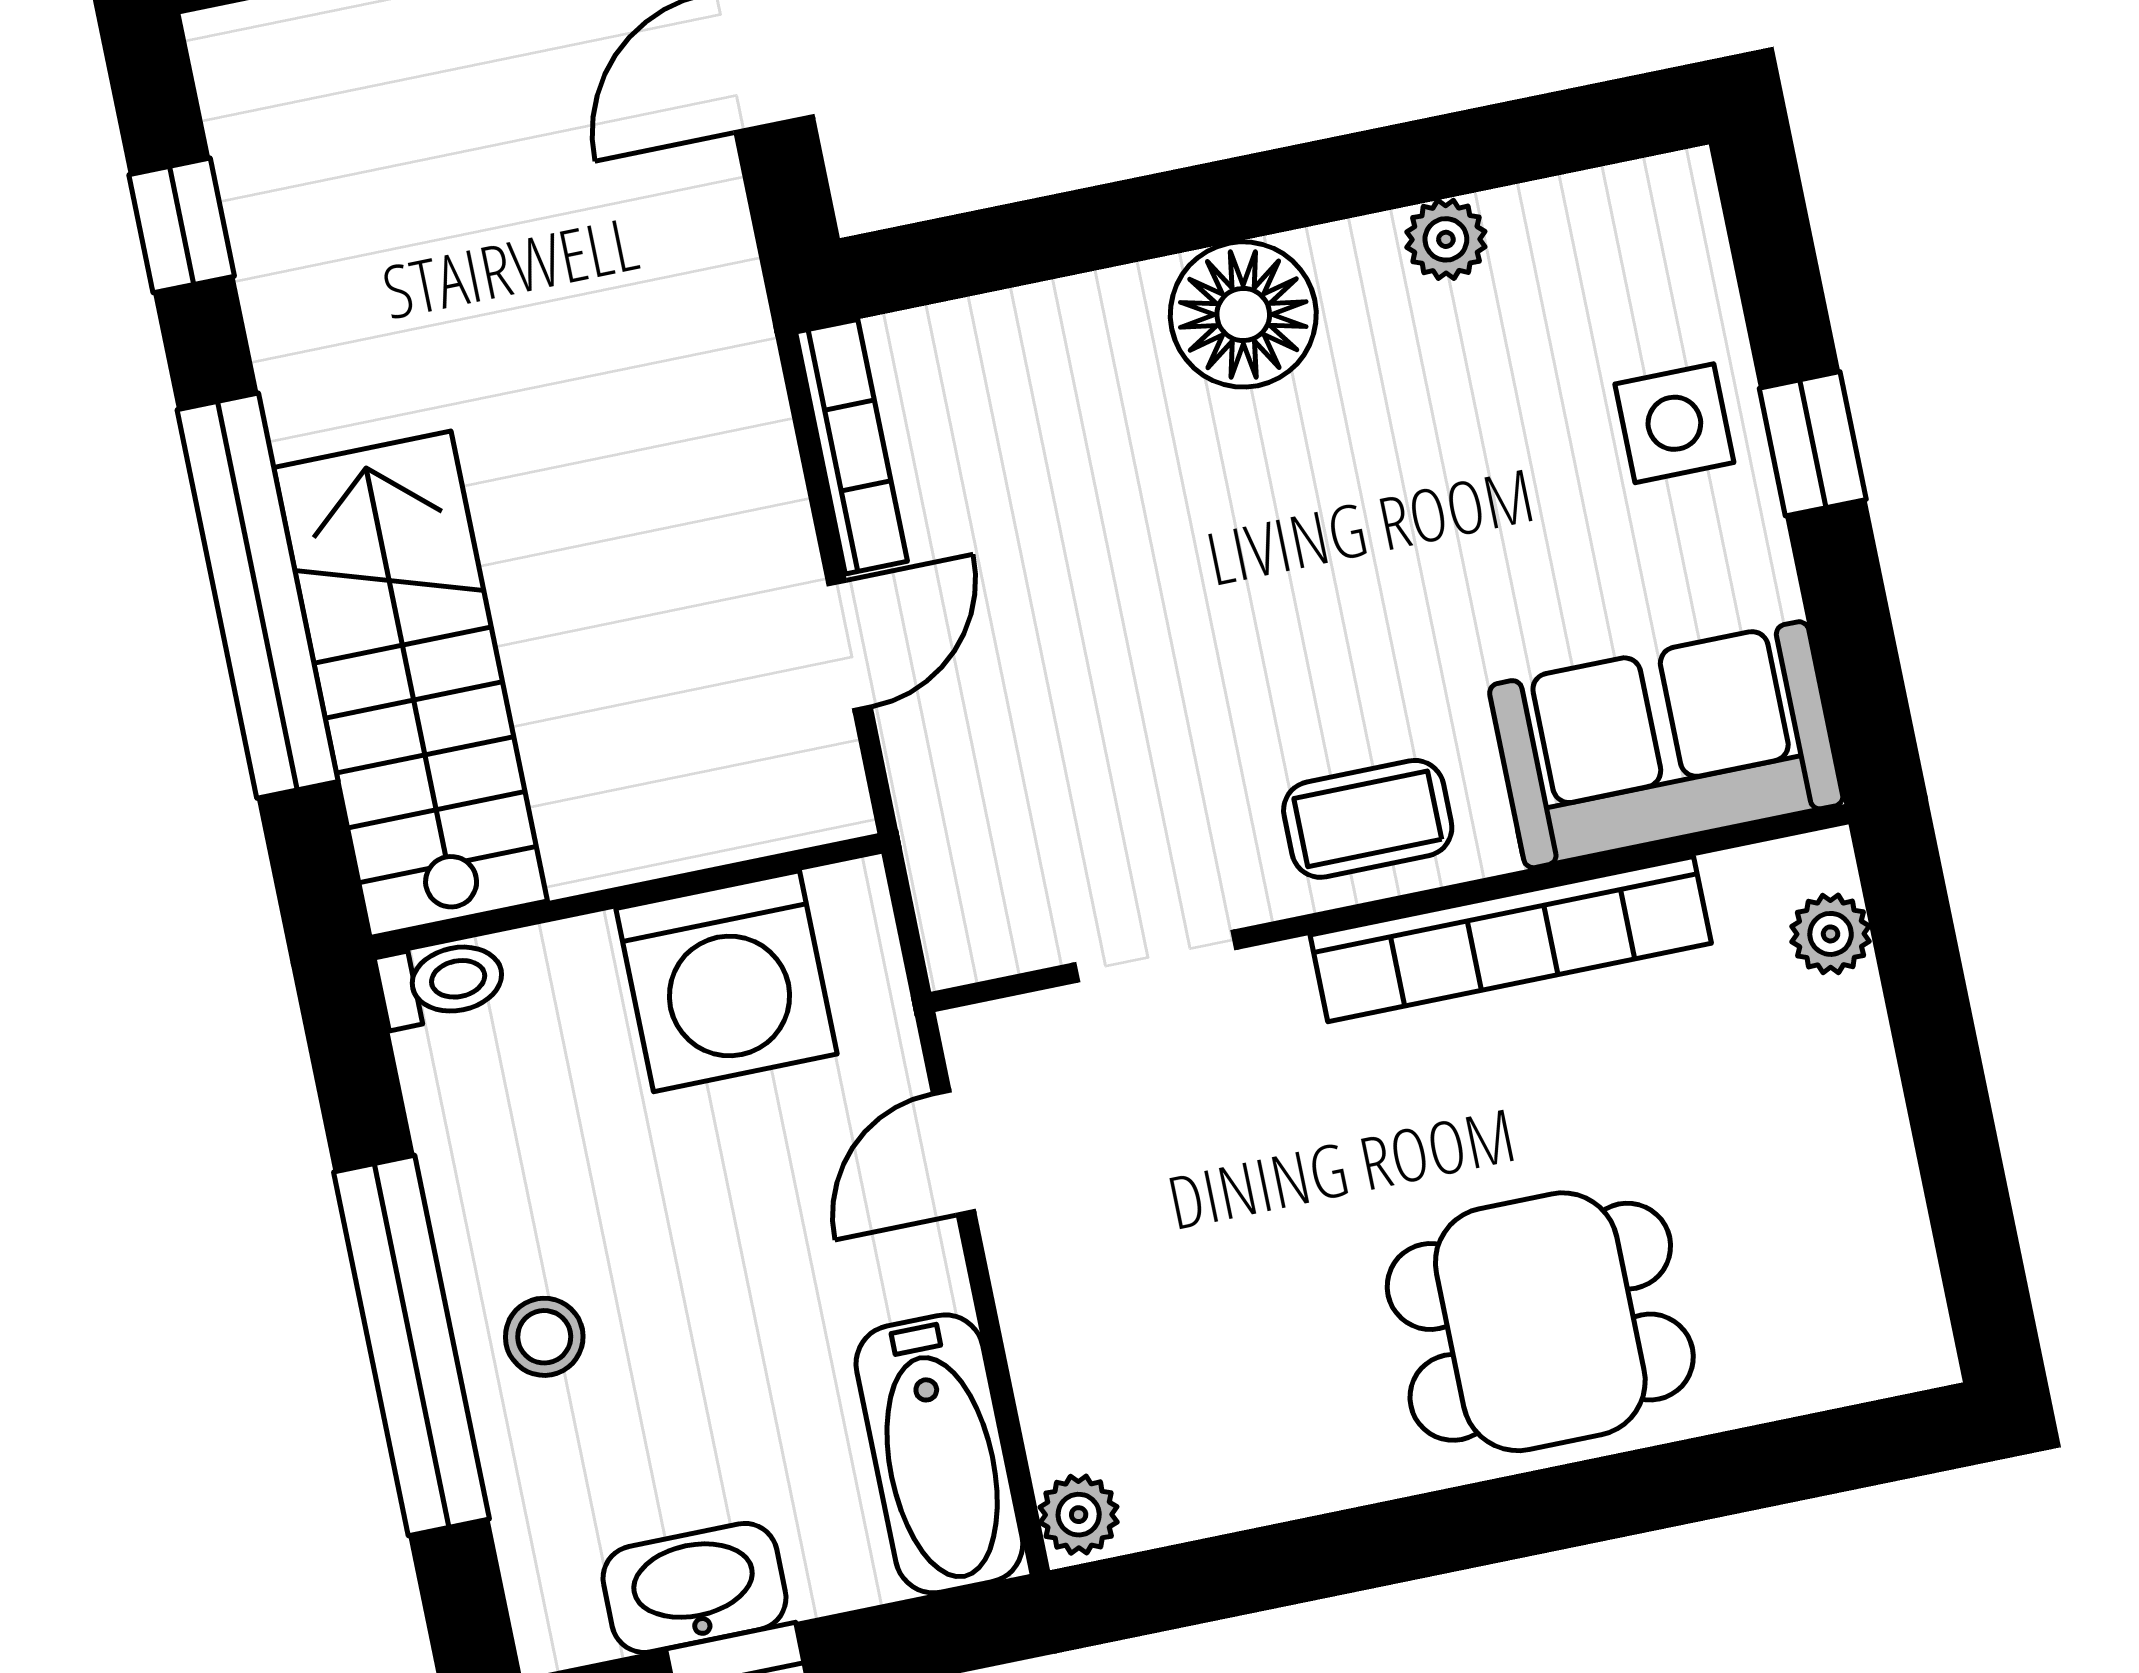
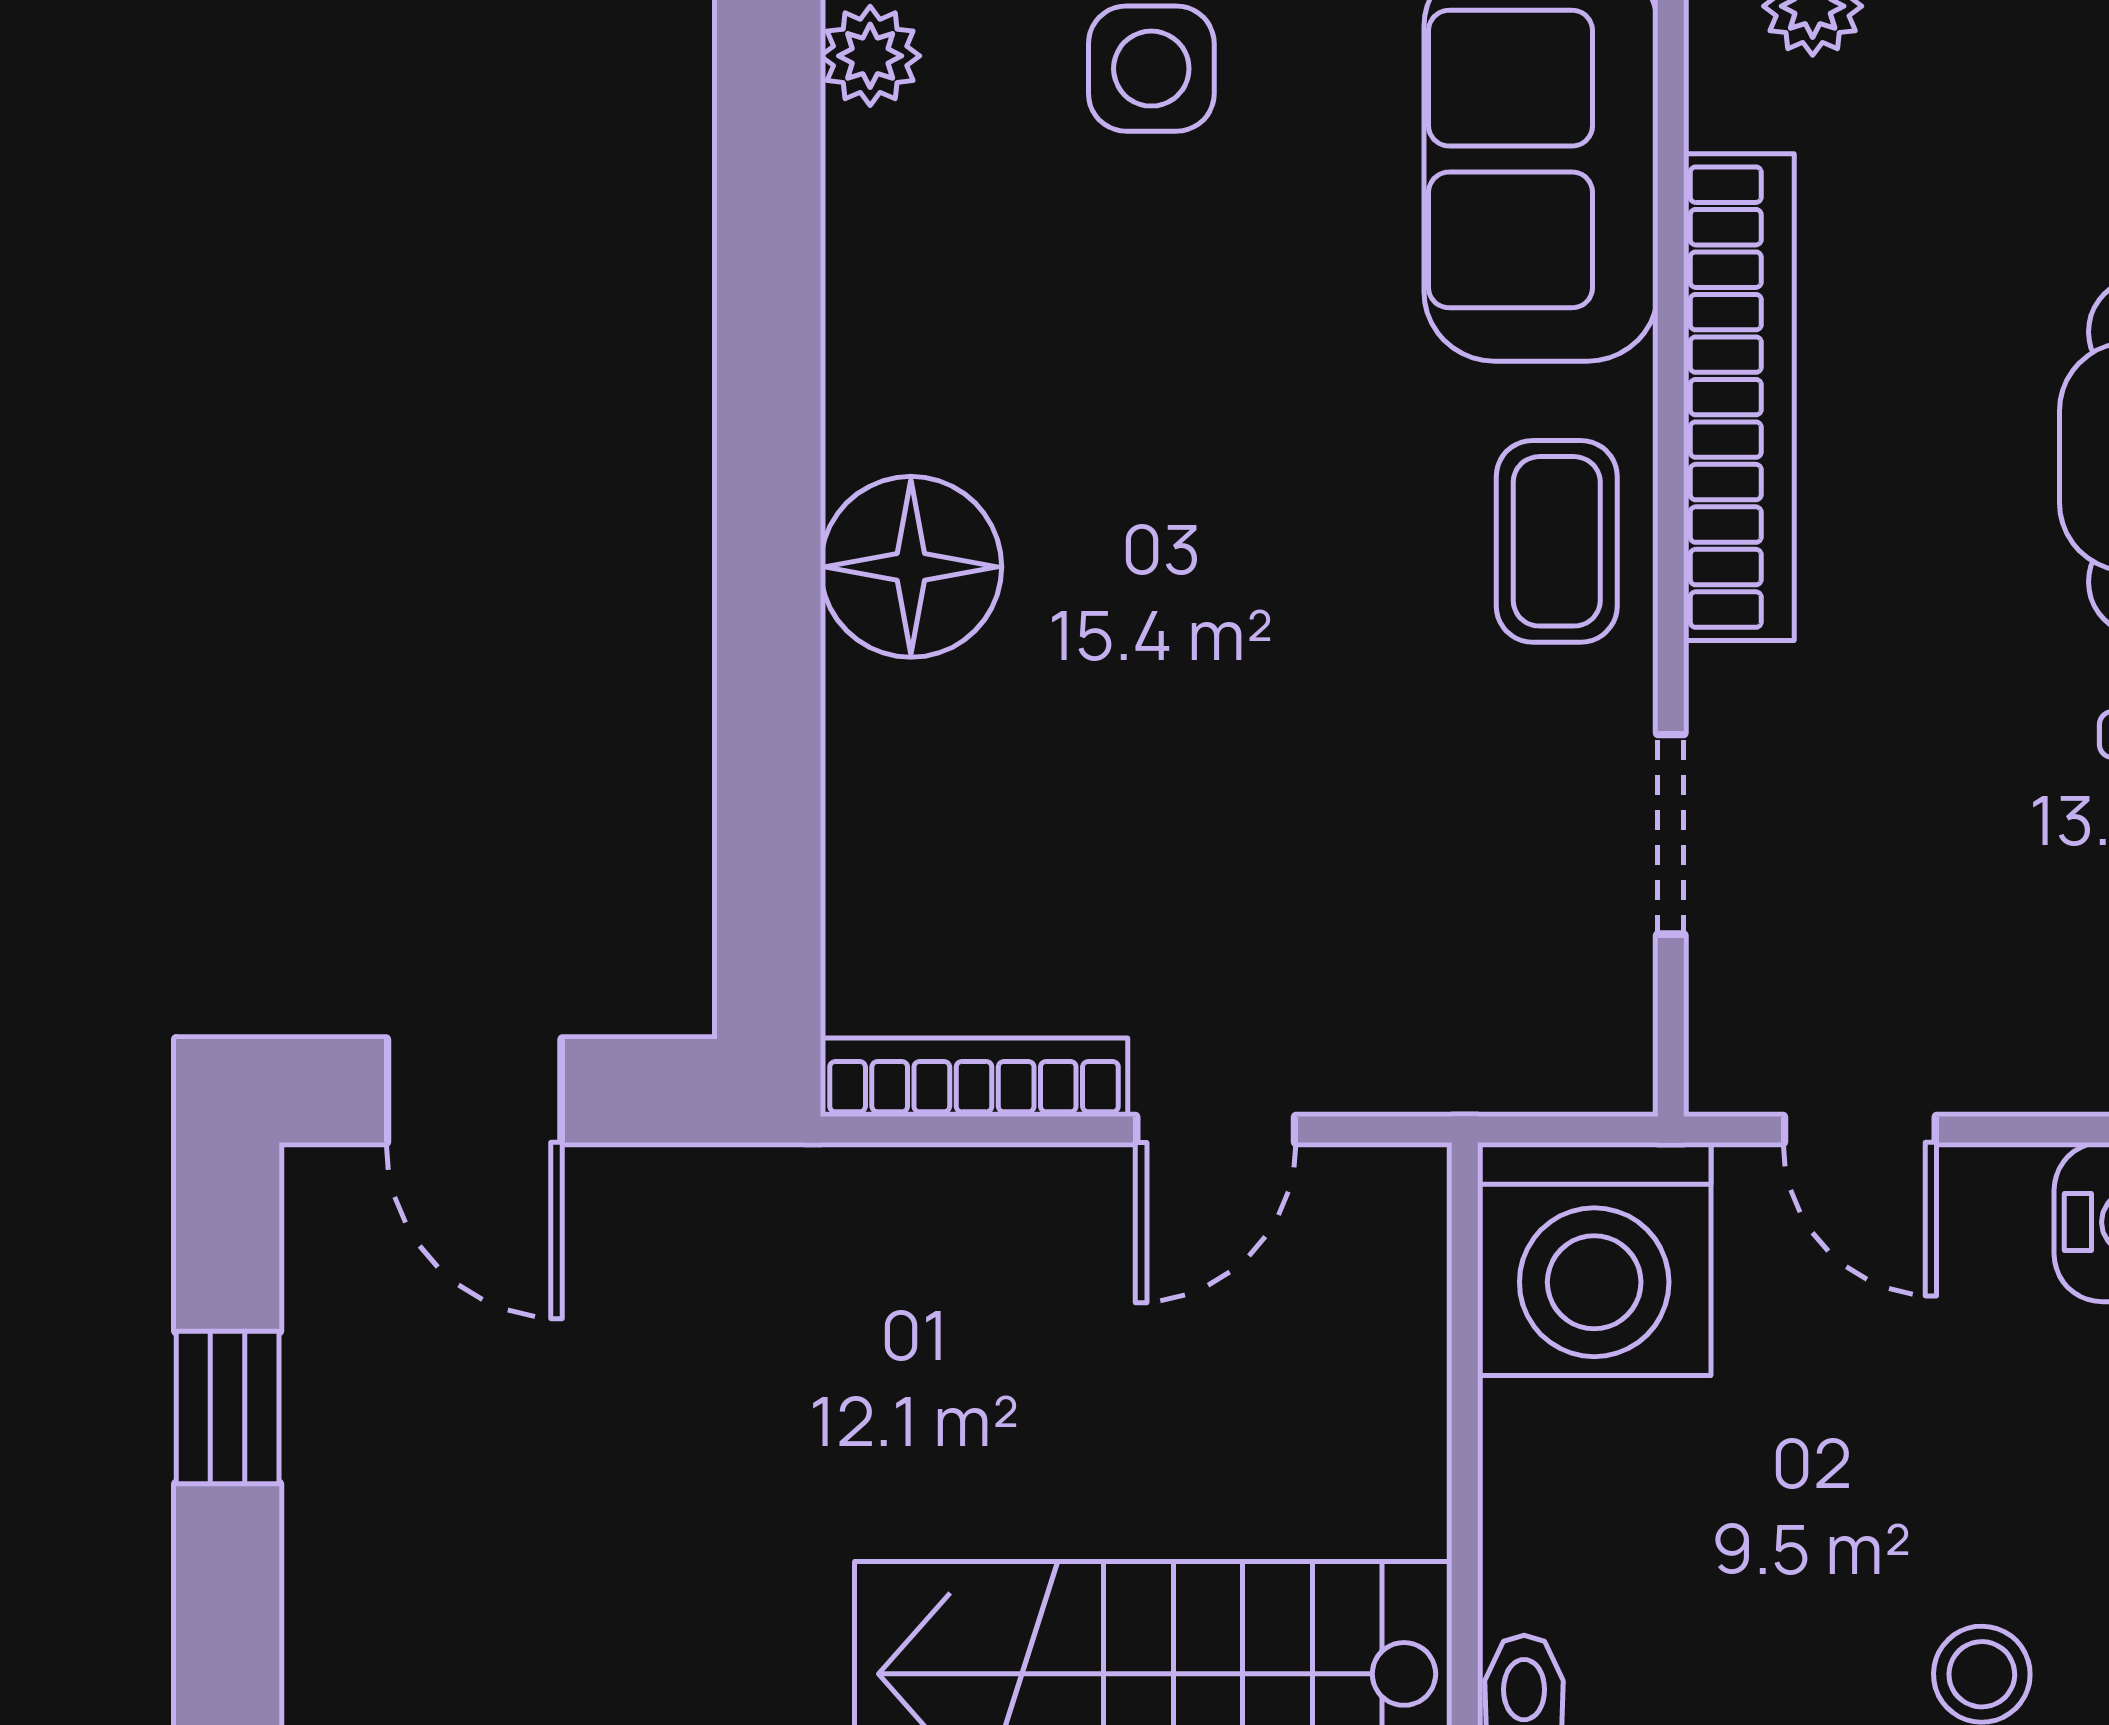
plant: (1446, 239) -> (870, 56), moved
door: (849, 645) -> (1216, 1129), swing flipped
washing machine: (726, 981) -> (1594, 1259), moved, turned 90

